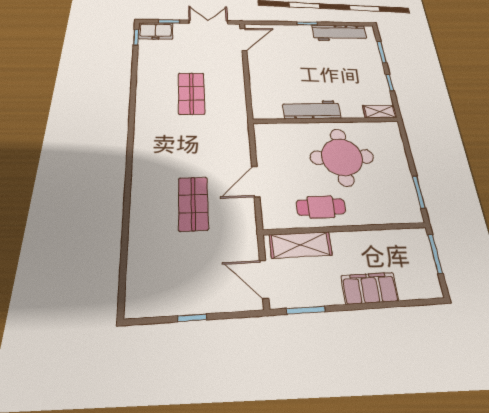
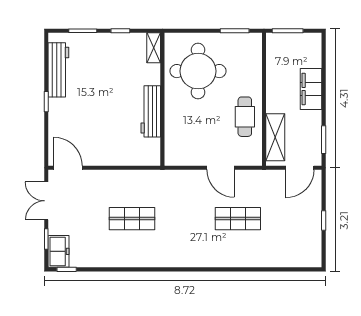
round table: (342, 157) -> (198, 71), moved

